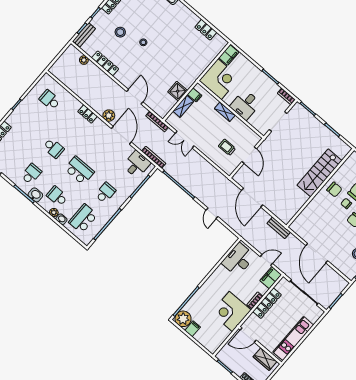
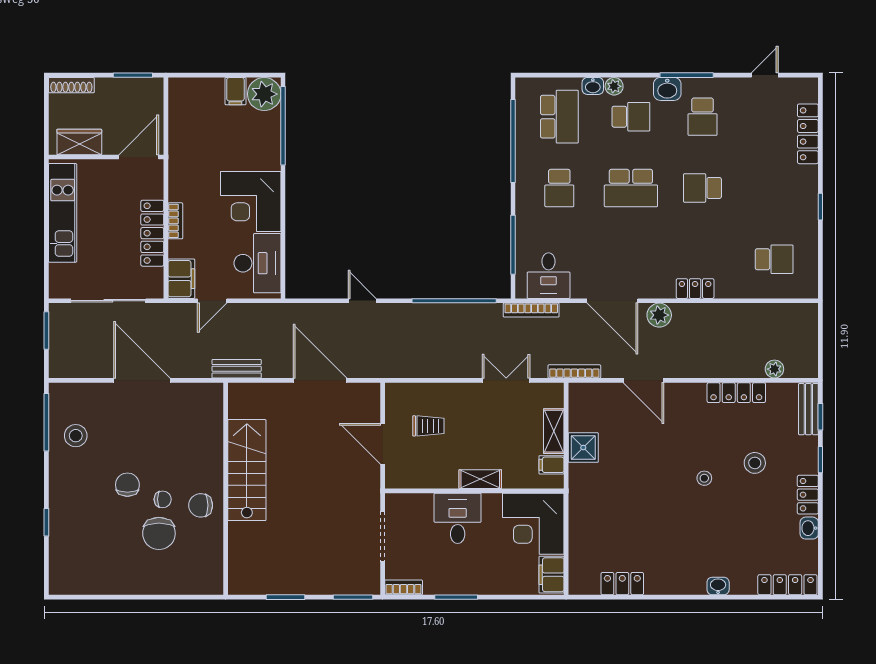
stairs: (320, 173) -> (247, 470), moved
corner desk: (231, 312) -> (251, 202), moved, turned 180

